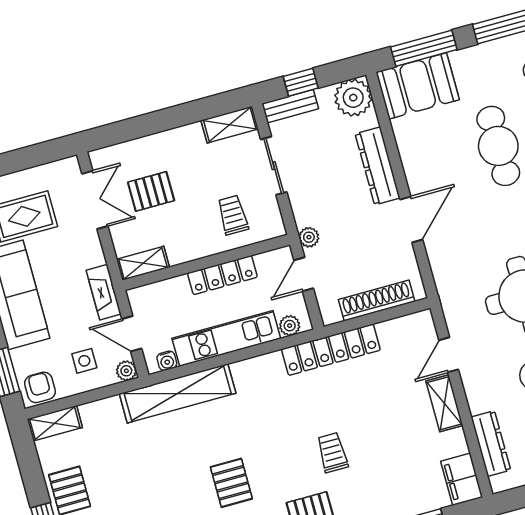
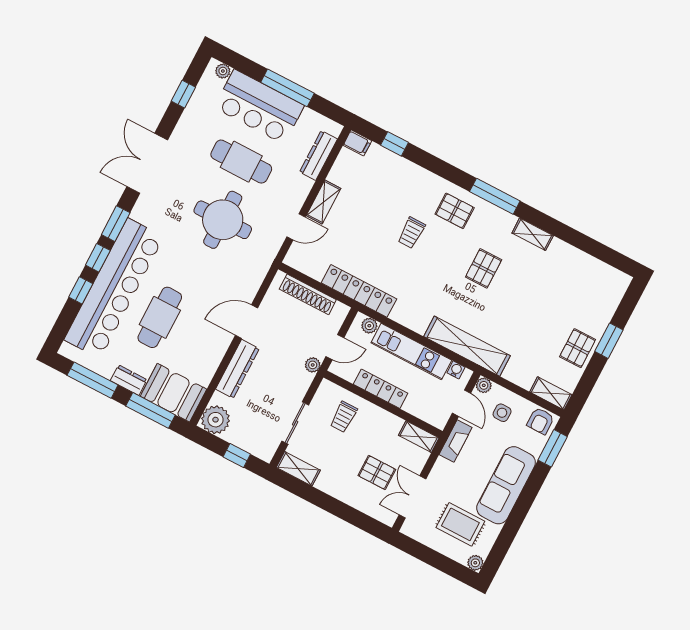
dresser: (472, 58) -> (129, 380), added
bench: (290, 106) -> (255, 448), removed
filing cabinet: (462, 479) -> (357, 143), width x0.50

